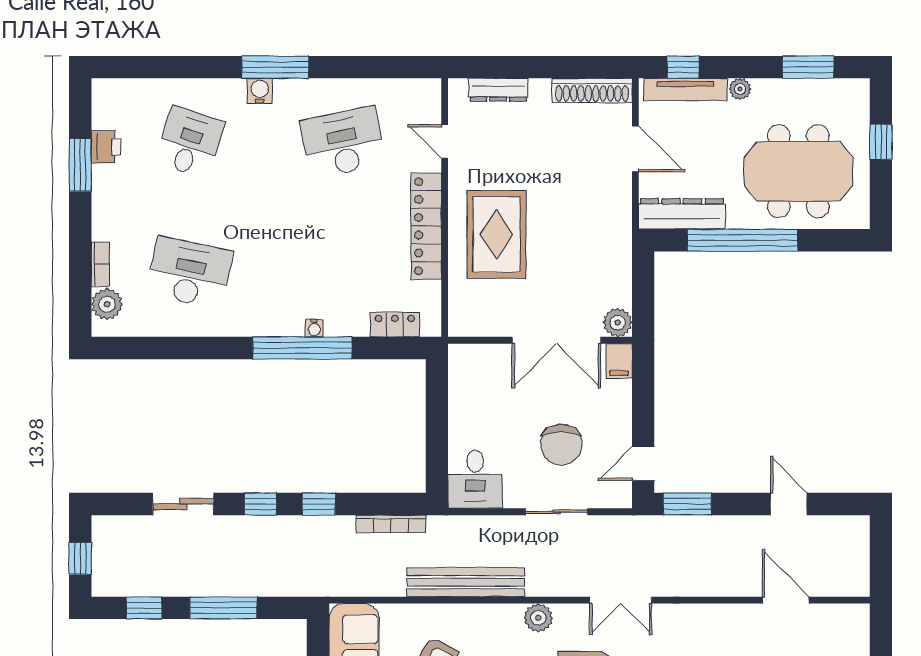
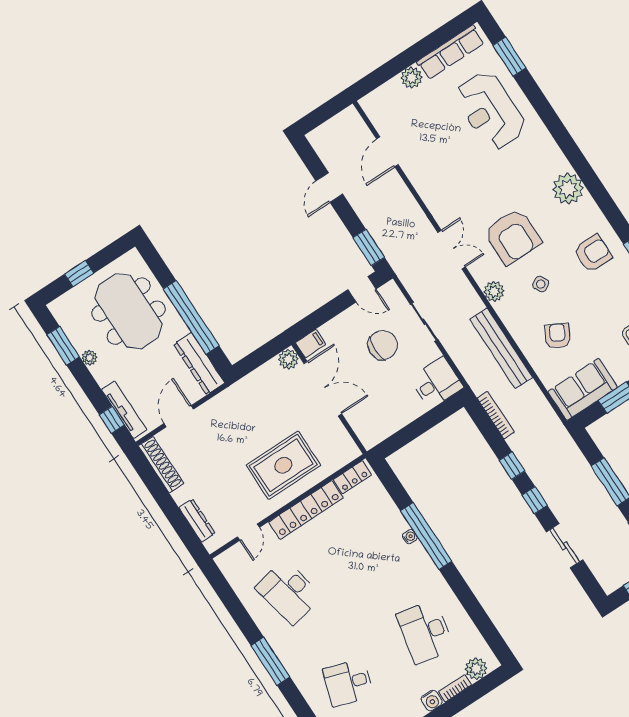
plant: (740, 89) -> (89, 358), moved
water cooler: (260, 91) -> (432, 701), moved, turned -90
locker: (395, 325) -> (352, 477), moved, turned -90

